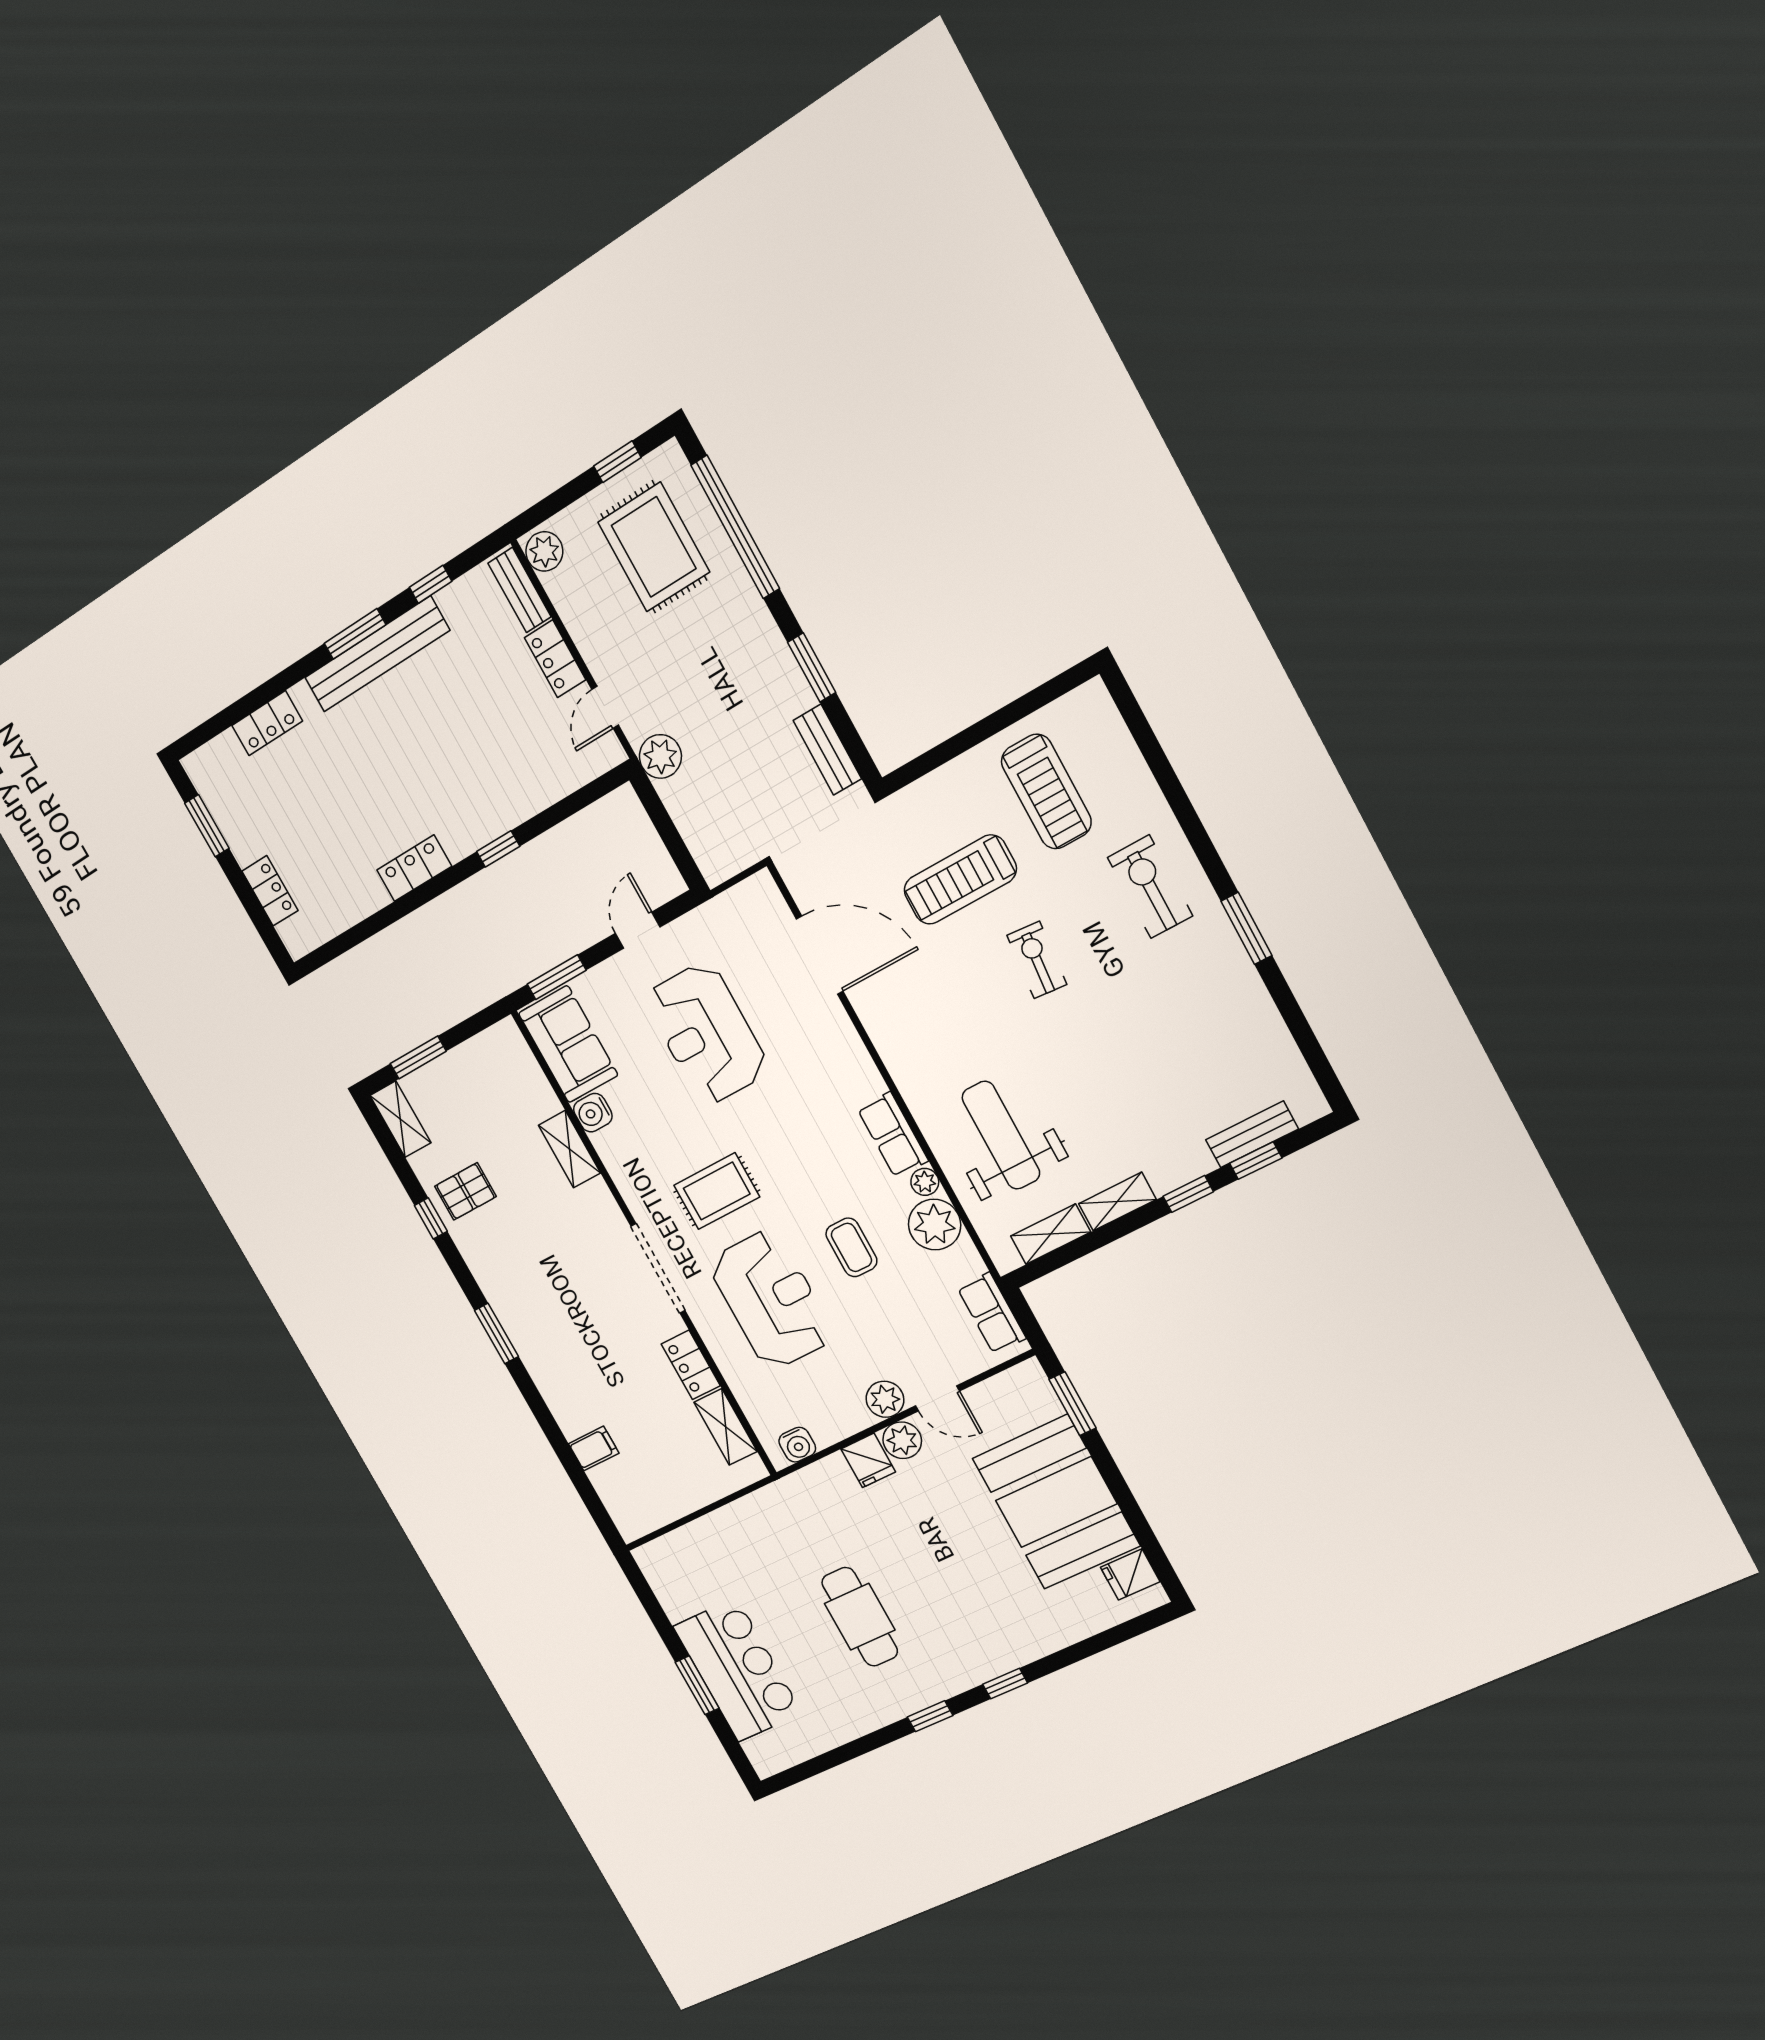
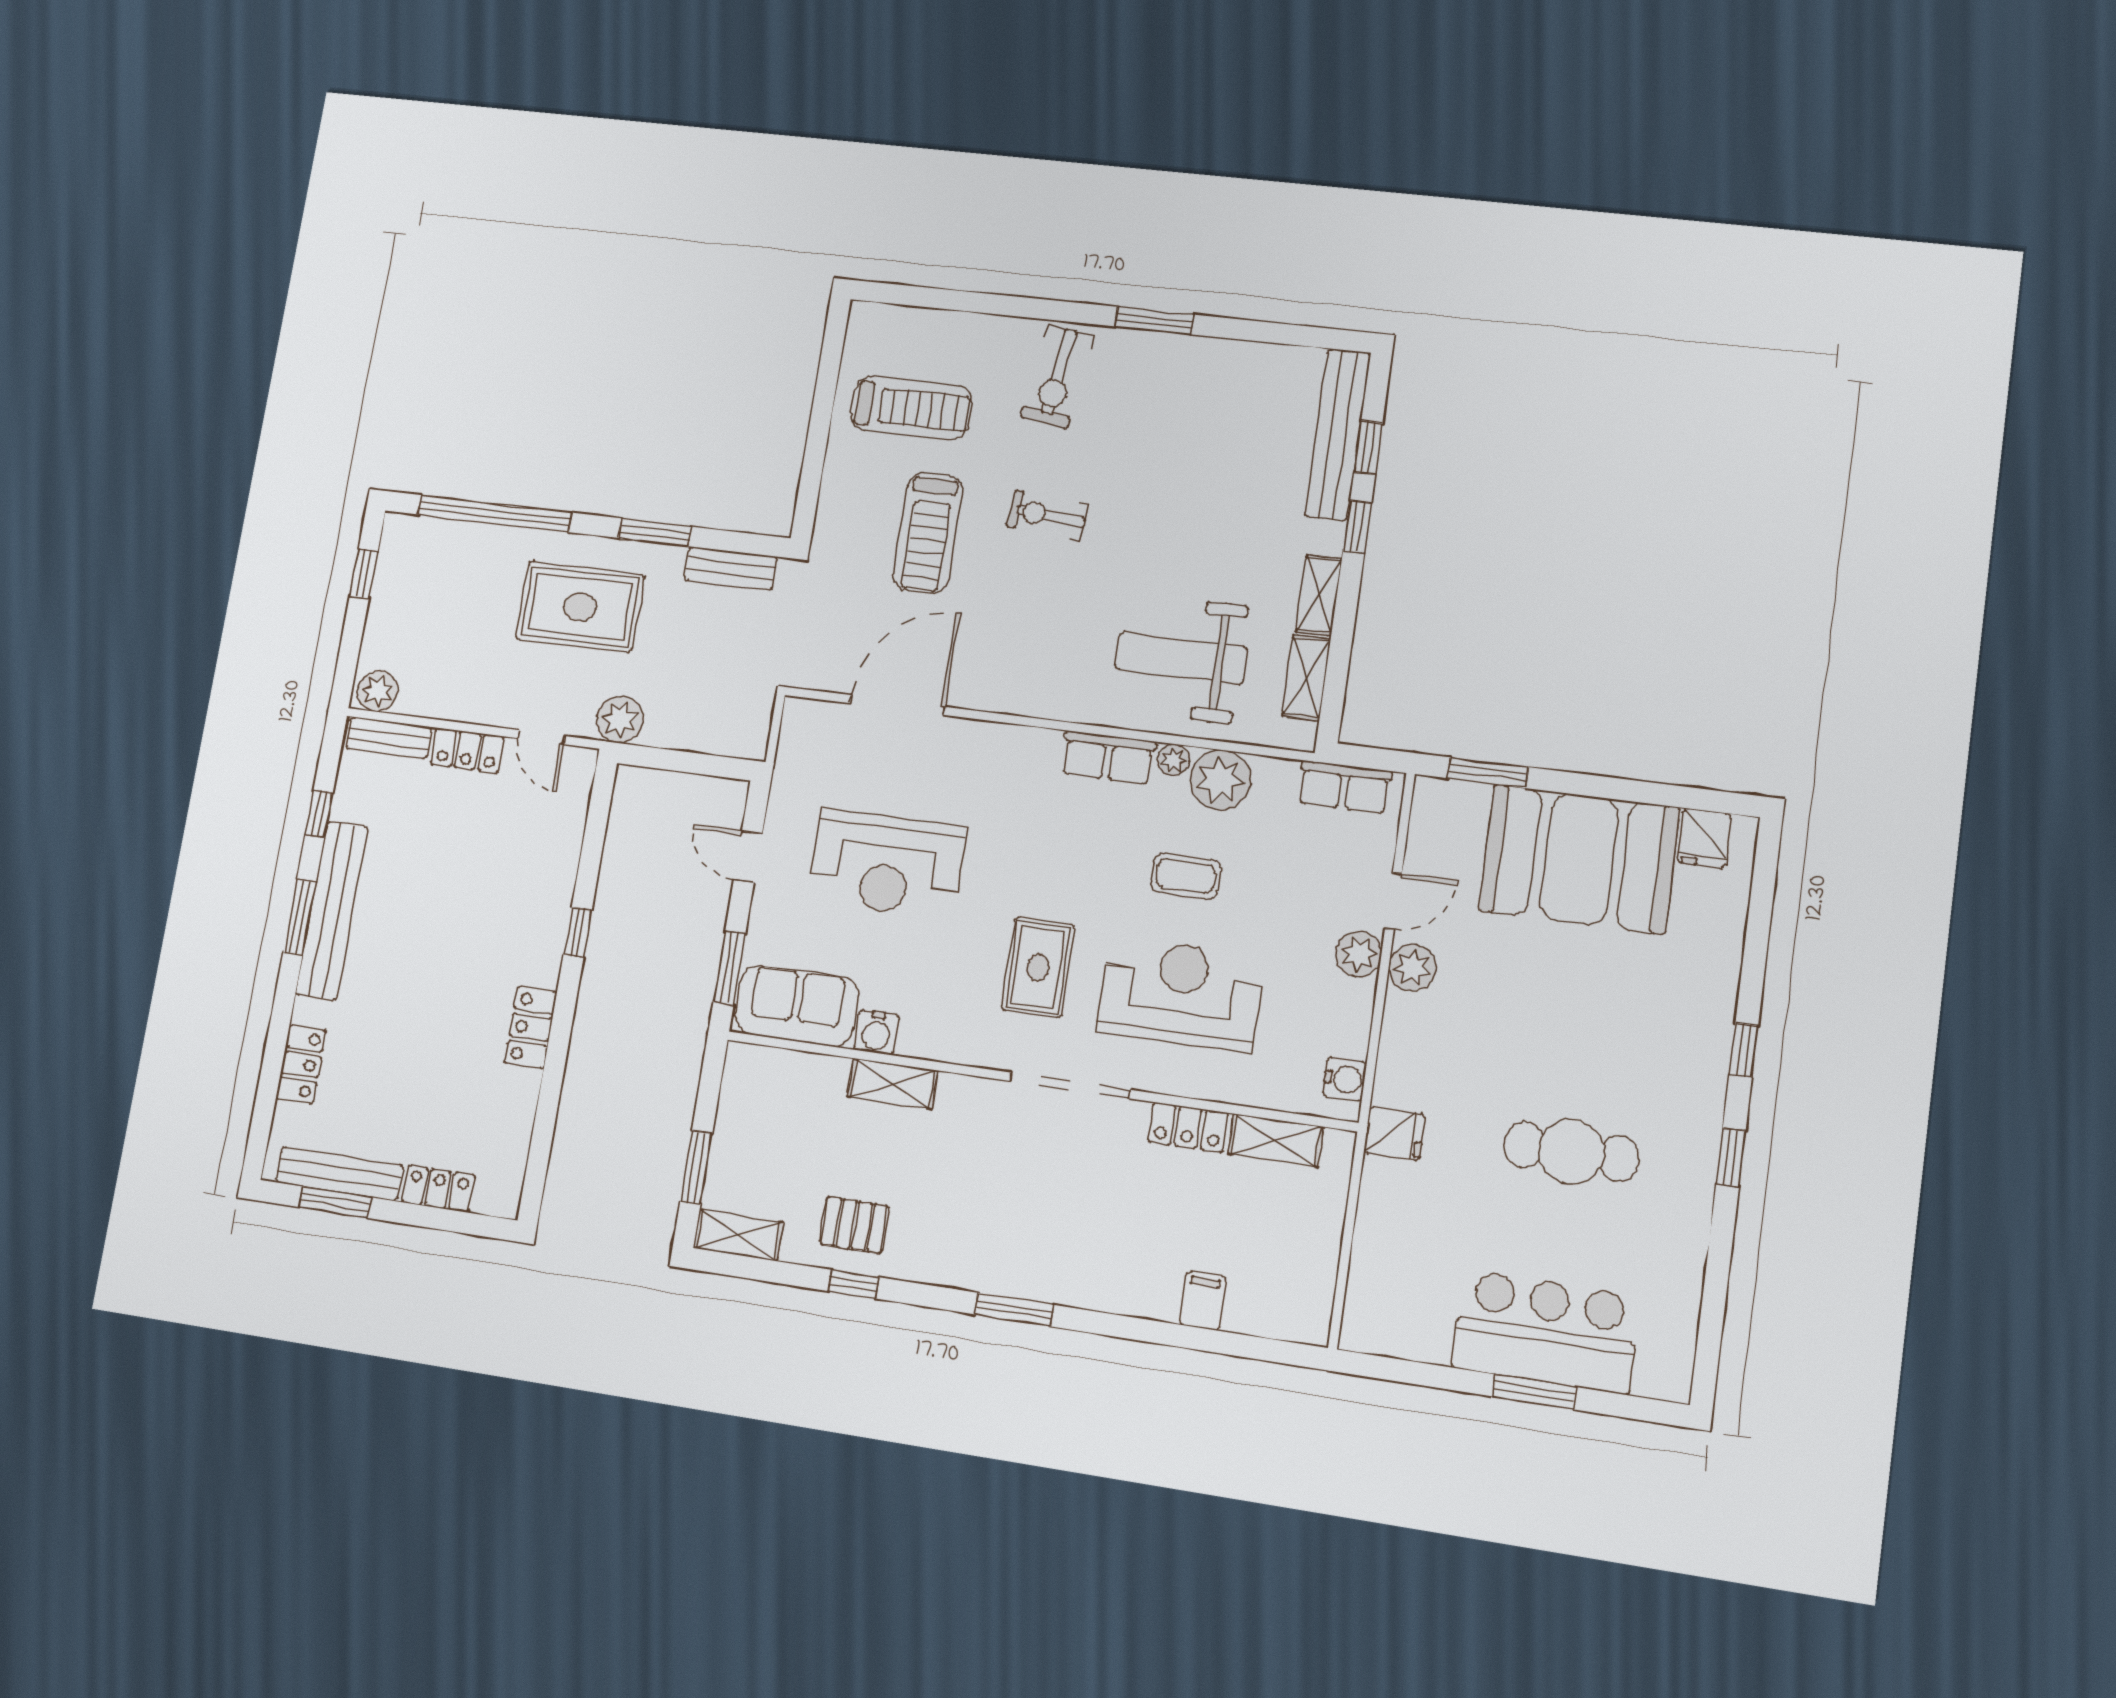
rug: (654, 547) -> (580, 607), moved
bench: (225, 813) -> (339, 1174), added
exercise bike: (1150, 887) -> (1058, 376), turned -82
bench: (1252, 1134) -> (1338, 435), width x1.86, depth x1.21
pallet: (465, 1191) -> (854, 1225), turned 90
fridge: (868, 1460) -> (1394, 1134), moved

